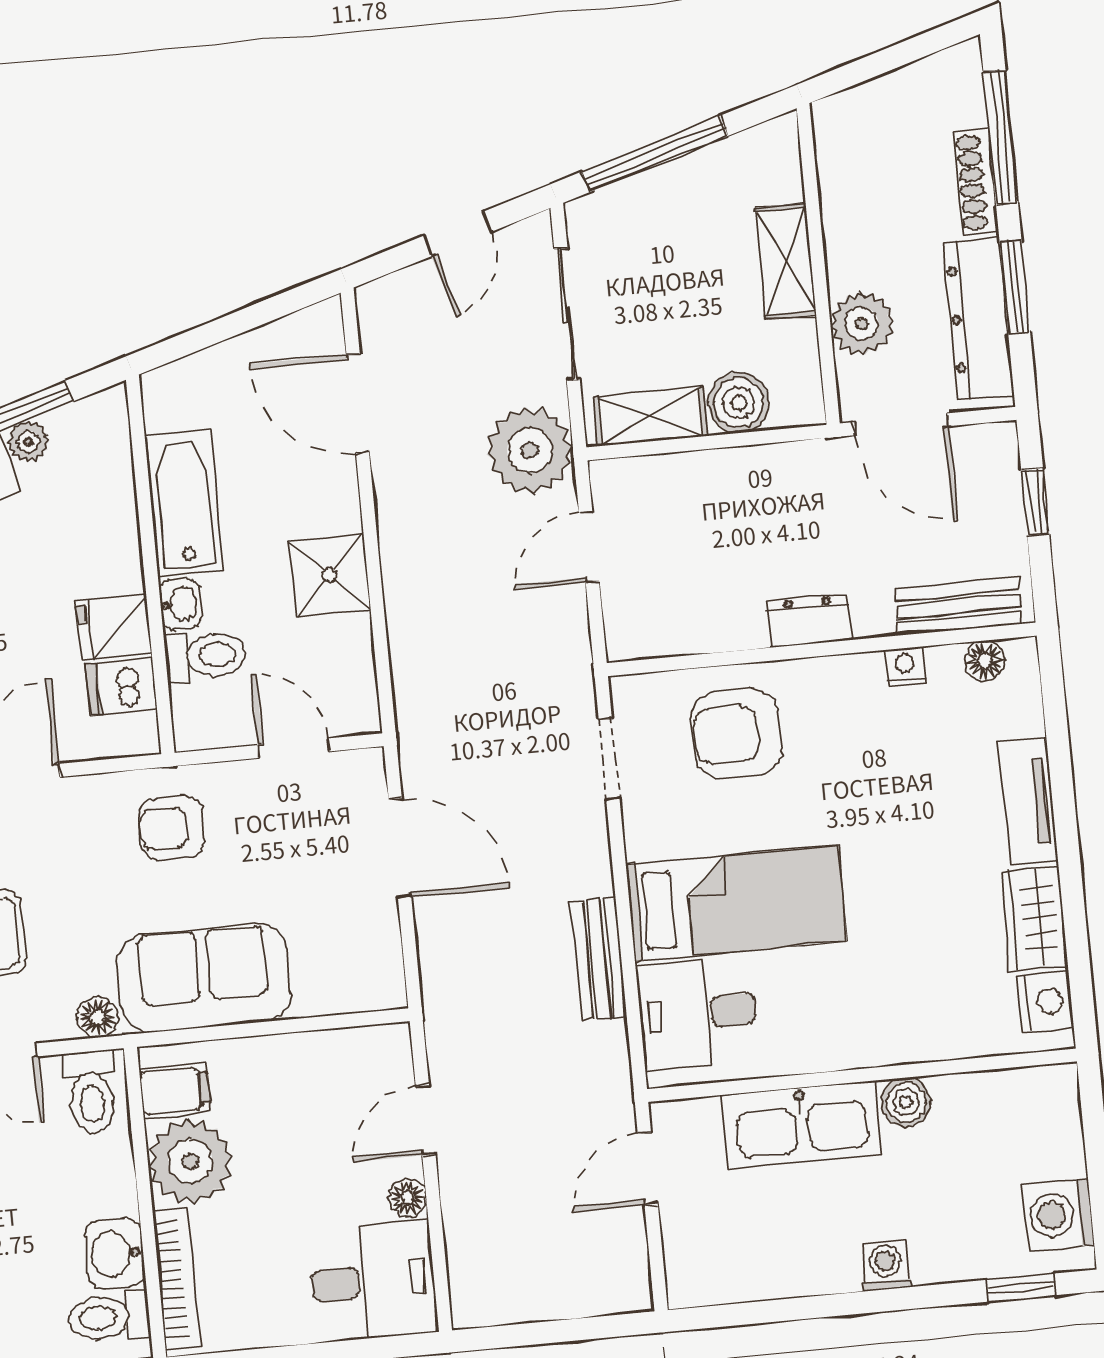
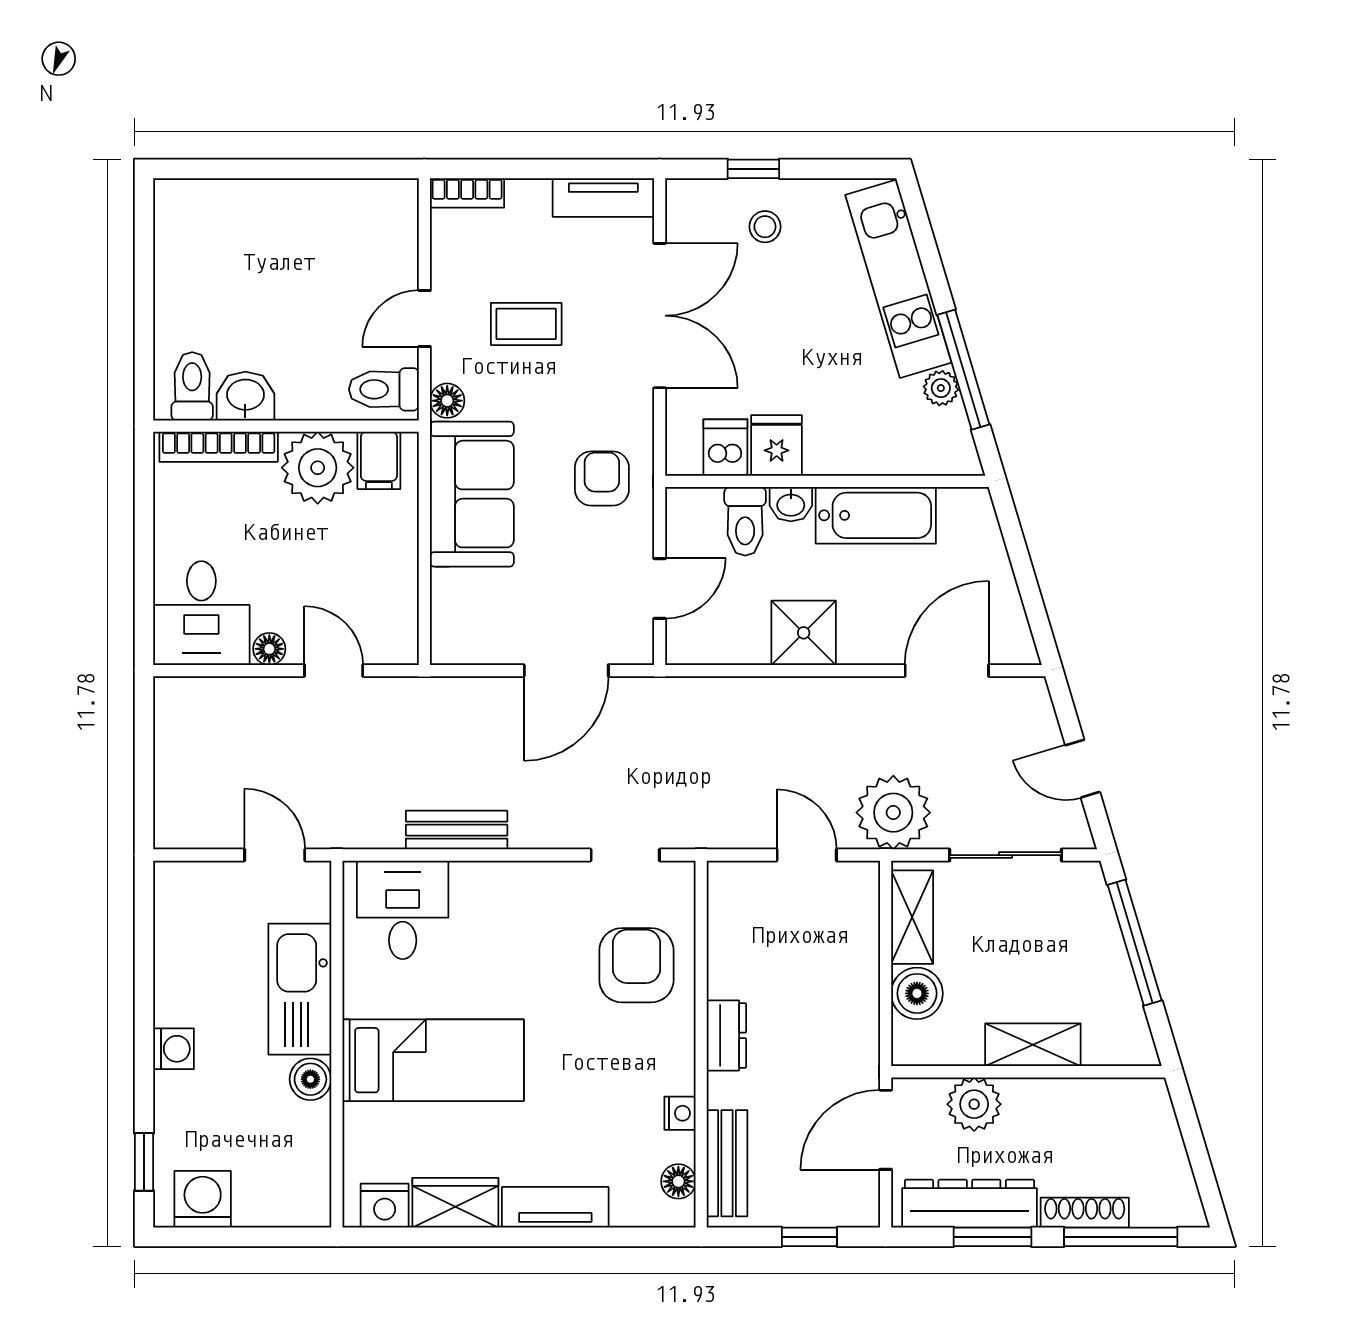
bed: (736, 903) -> (433, 1060), moved, turned -90

